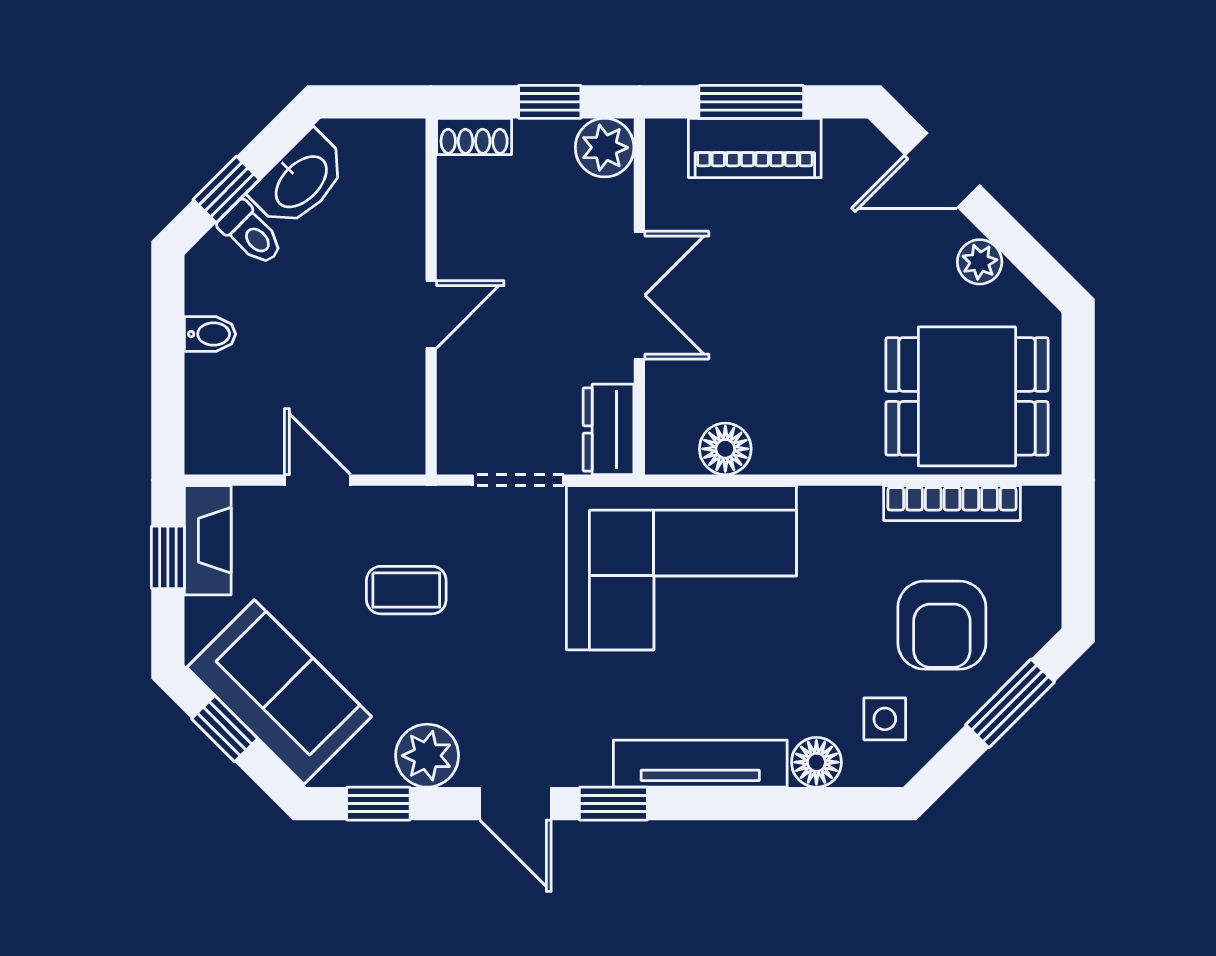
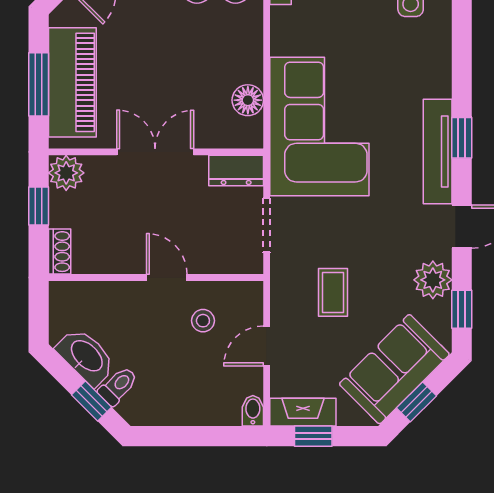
piano: (755, 148) -> (72, 82), width x1.37, depth x1.33
bidet: (210, 334) -> (253, 411), moved
stool: (359, 375) -> (203, 321), added
floor lamp: (816, 762) -> (437, 45), removed
tv unit: (700, 764) -> (438, 151), moved
window: (613, 804) -> (462, 138), moved

